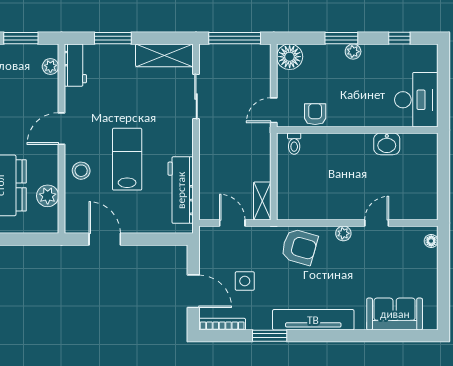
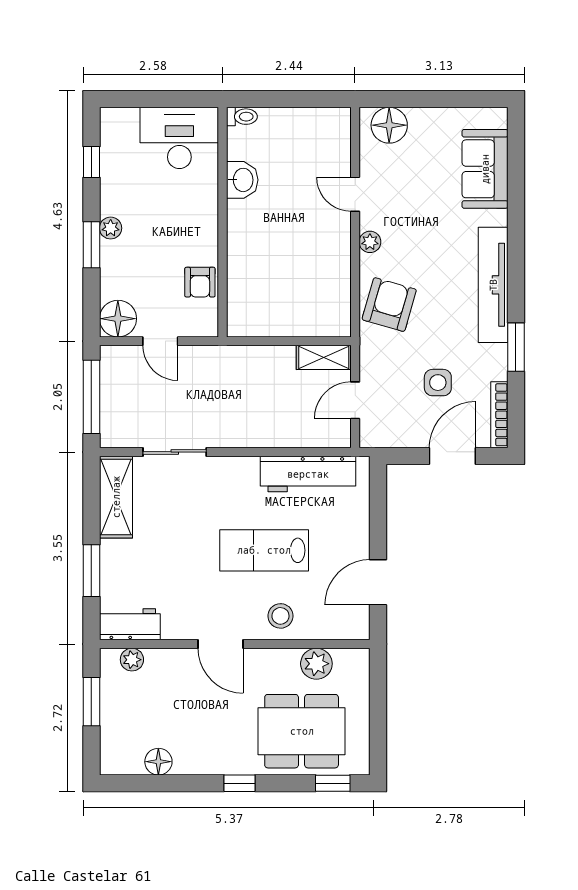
door: (274, 110) -> (160, 341), moved
armchair: (315, 114) -> (200, 282), turned -90
toilet: (294, 144) -> (242, 117), moved
floor lamp: (431, 241) -> (389, 125), width x1.89, depth x1.89

